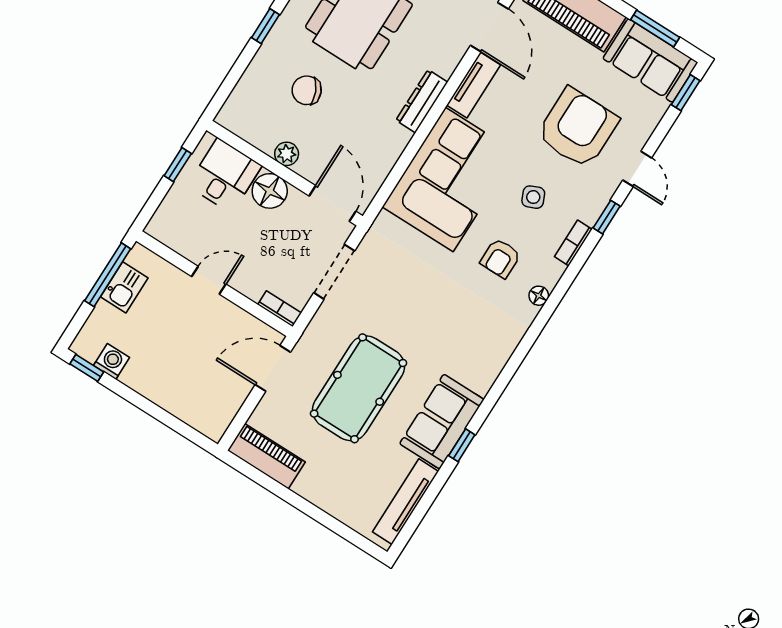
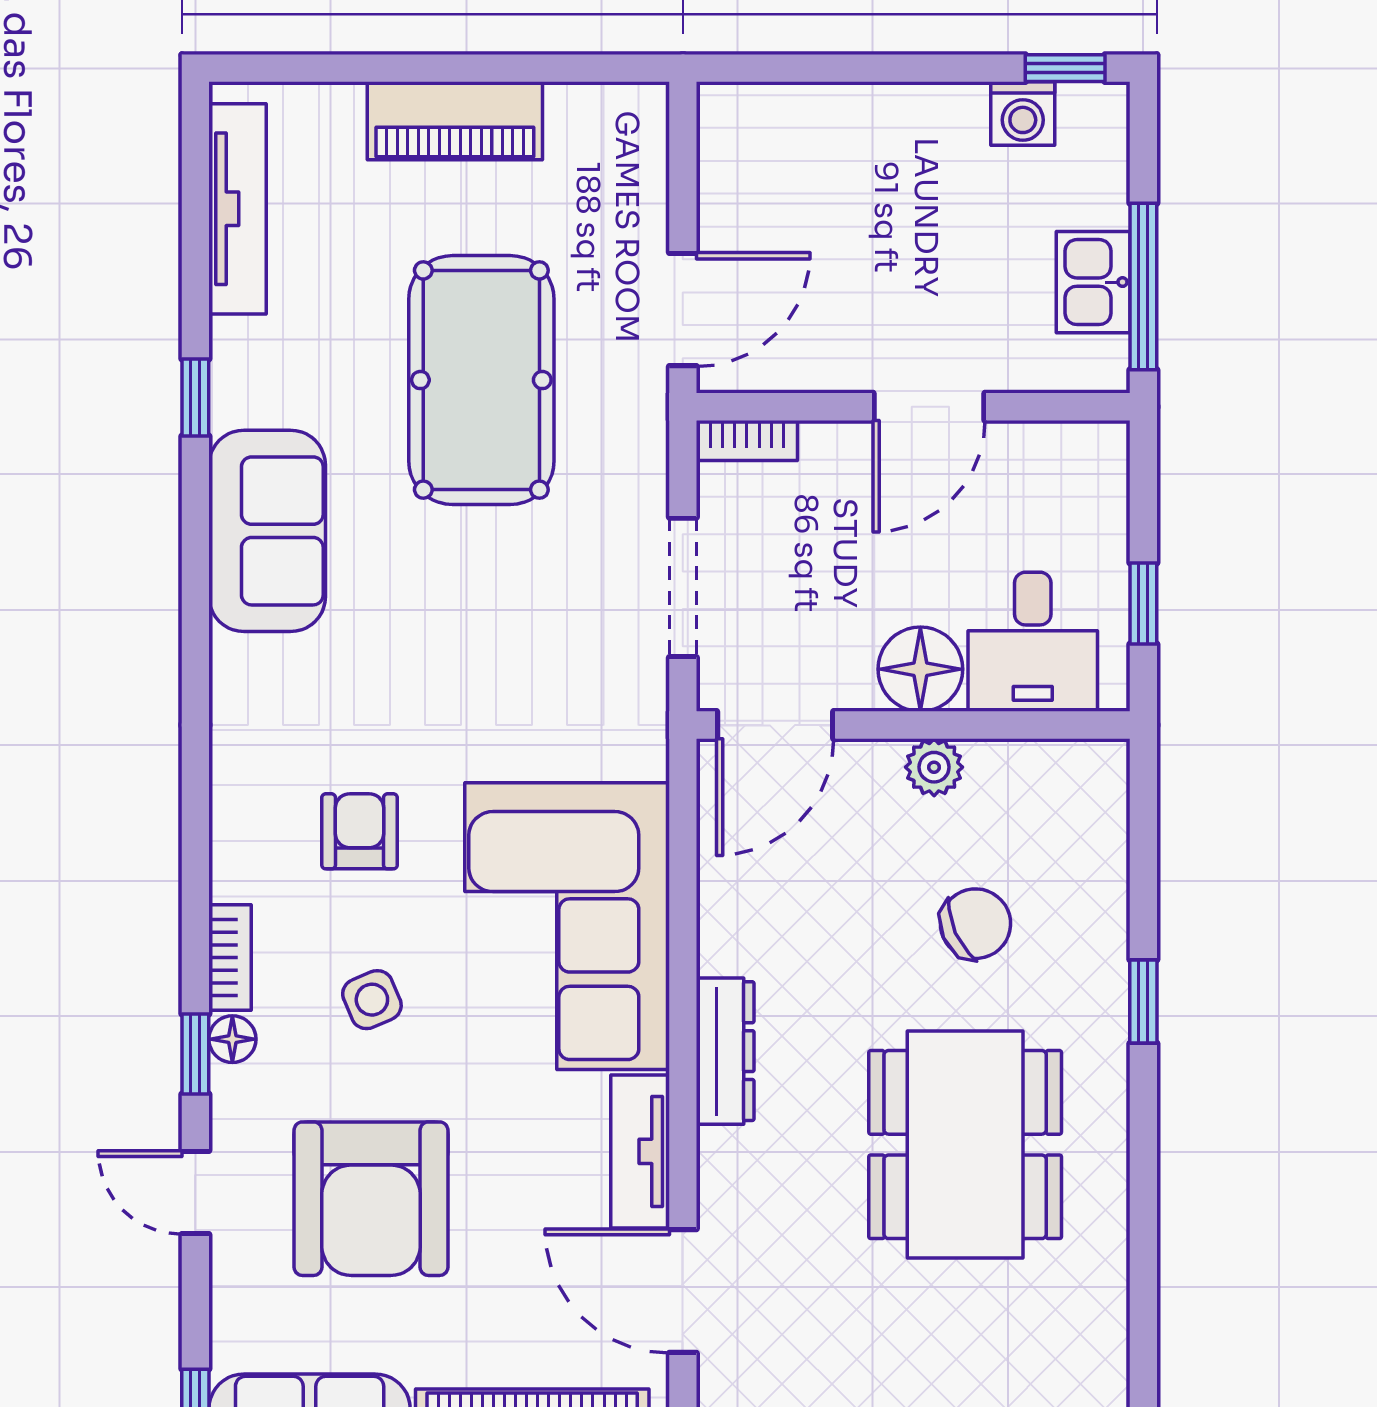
door: (333, 204) -> (775, 725), hinge flipped
door: (209, 280) -> (929, 407), width x1.38
floor lamp: (539, 296) -> (232, 1039), moved
sofa: (442, 422) -> (267, 531), moved
piano: (266, 456) -> (455, 121), moved

